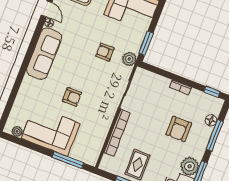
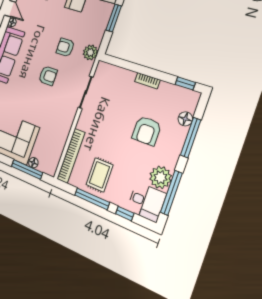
window: (146, 43) -> (114, 18), moved
armchair: (72, 97) -> (48, 76), moved
bookcase: (117, 133) -> (71, 156), moved
floor lamp: (74, 154) -> (33, 163), added

